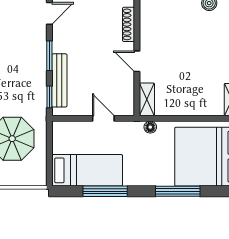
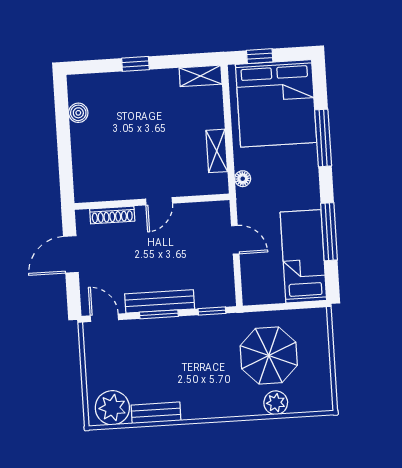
bench: (59, 80) -> (160, 301), moved
shelving: (147, 99) -> (217, 151), moved, turned 90
door: (103, 118) -> (235, 240), swing flipped

